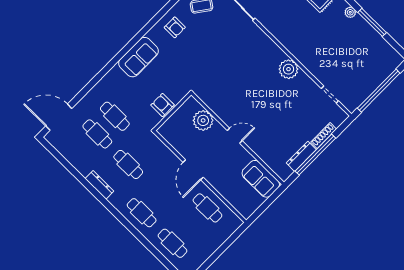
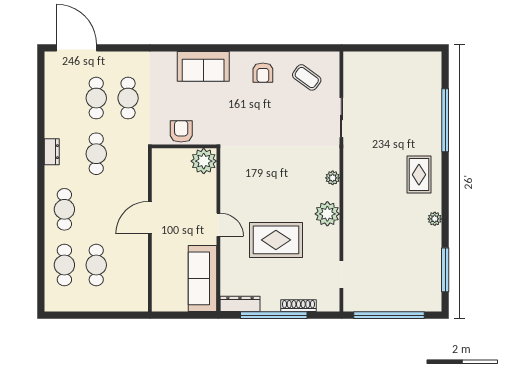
window: (372, 22) -> (445, 270), moved
plant: (271, 46) -> (333, 178), added
rug: (275, 112) -> (276, 240), added
plant: (203, 120) -> (204, 161), moved
dresser: (301, 156) -> (240, 304), moved
sofa: (261, 179) -> (203, 278), width x1.36
dresser: (99, 185) -> (52, 152), width x0.70
cafe table: (207, 208) -> (96, 265), moved

